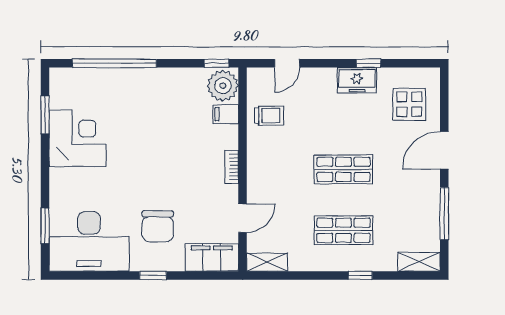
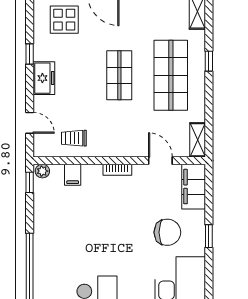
freezer: (357, 80) -> (44, 78), moved
plant: (223, 86) -> (42, 171), width x0.53, depth x0.53
trolley: (269, 116) -> (74, 138), turned -90
shop shelf: (343, 230) -> (171, 75), width x1.43, depth x1.36

